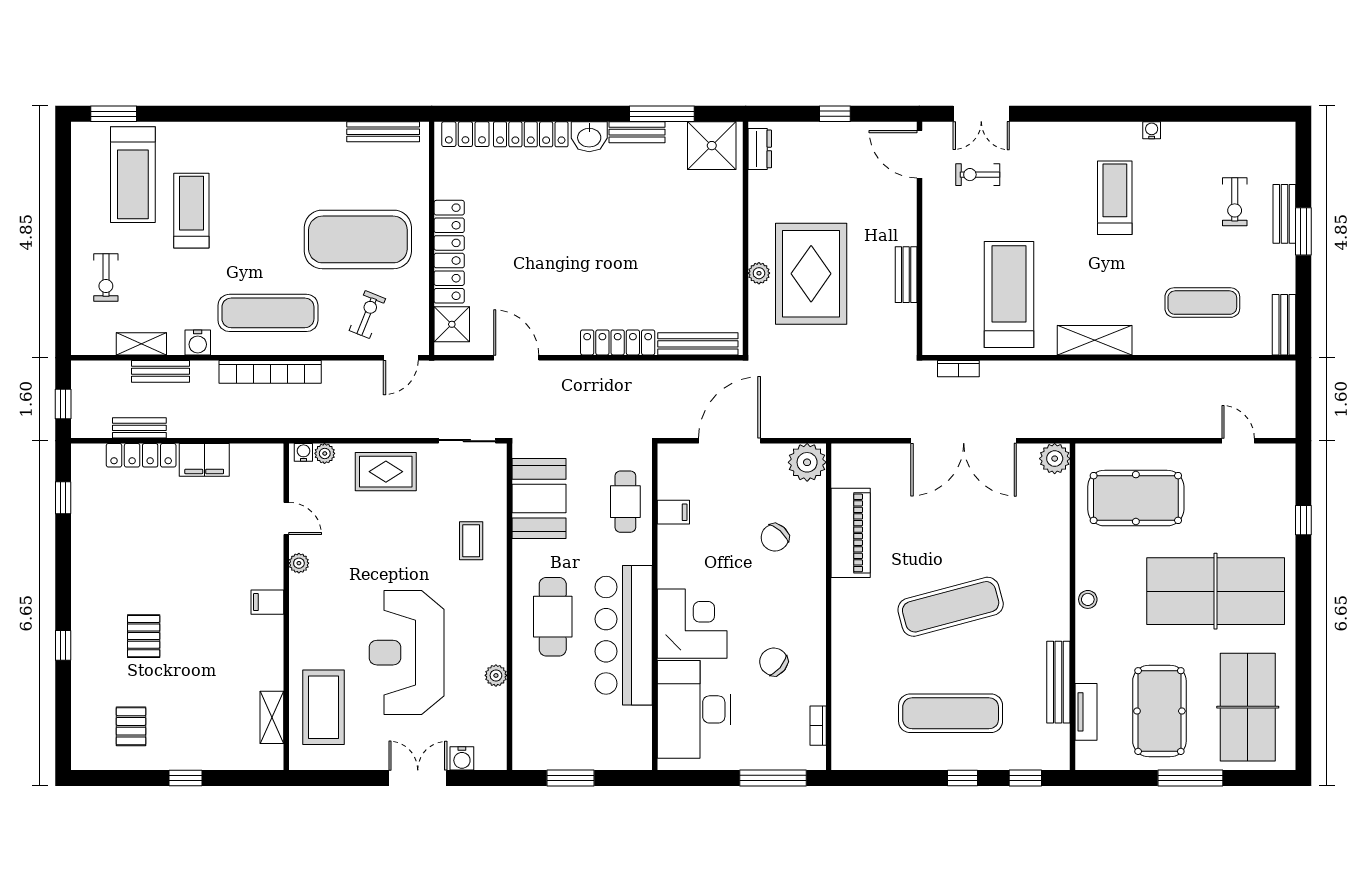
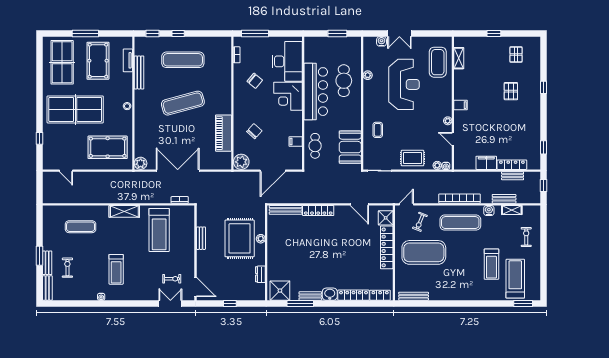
dresser: (760, 149) -> (260, 274), moved
bench: (1284, 325) -> (47, 288), moved
cafe table: (553, 617) -> (344, 81), moved

